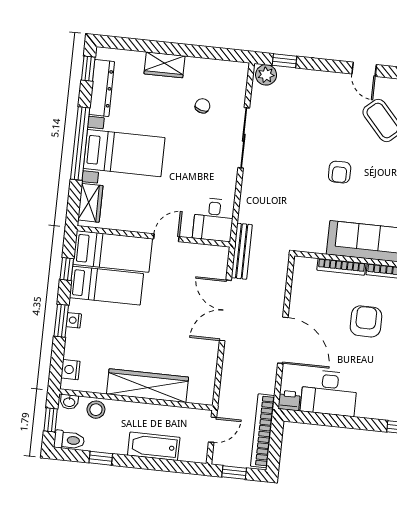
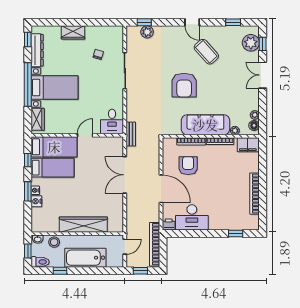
plant: (266, 75) -> (147, 32), moved
armchair: (340, 172) -> (184, 85), width x1.88, depth x1.88
bench: (242, 251) -> (131, 134), width x0.73
armchair: (366, 321) -> (188, 166), moved
nightstand: (70, 370) -> (36, 201), moved
bathtub: (154, 446) -> (85, 258), width x1.36, depth x1.36

